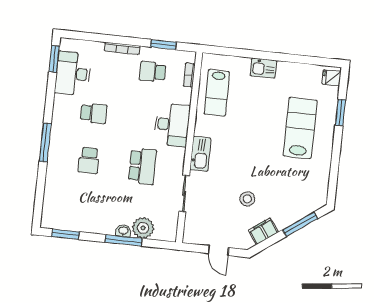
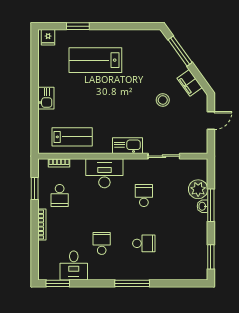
desk: (73, 74) -> (74, 265), width x0.73
school desk: (142, 166) -> (144, 196), width x0.54

